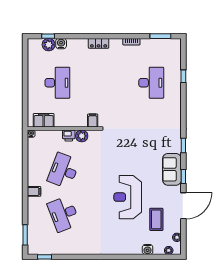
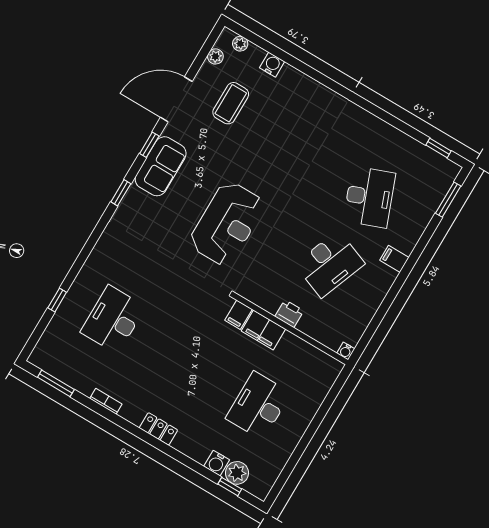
filing cabinet: (44, 120) -> (263, 330), moved
plant: (82, 136) -> (270, 301), removed
reception desk: (128, 197) -> (227, 224), moved

